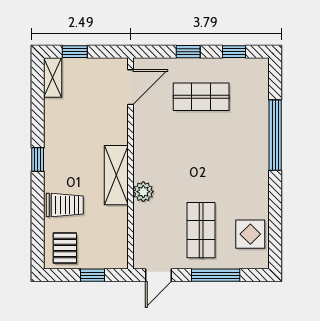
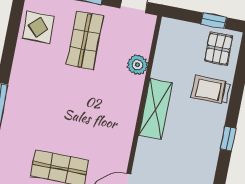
plant: (143, 192) -> (137, 65), moved
window: (92, 275) -> (214, 21), moved

